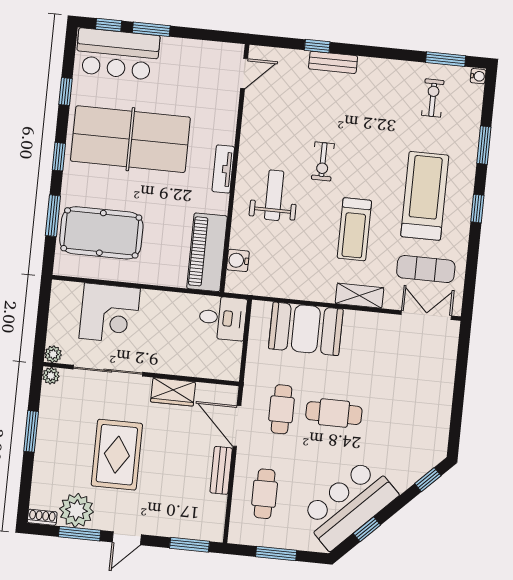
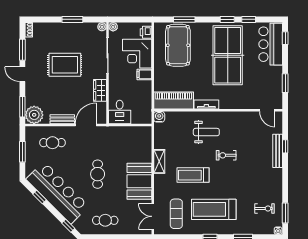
window: (151, 29) -> (285, 83), moved
bench: (333, 62) -> (278, 151), width x1.36
window: (59, 157) -> (227, 19), moved
tv unit: (223, 169) -> (206, 104), moved
treadmill: (425, 196) -> (214, 209), turned 180
water cooler: (238, 260) -> (159, 117), moved
printer: (70, 292) -> (146, 32), added
shelving: (359, 296) -> (159, 161), moved
filing cabinet: (151, 303) -> (144, 74), added
double door: (426, 315) -> (153, 216), swing flipped
desk: (223, 318) -> (120, 112), moved
booth: (306, 329) -> (139, 181), moved
cafe table: (281, 409) -> (105, 220), moved
bar counter: (349, 504) -> (57, 193), width x1.36
plant: (77, 510) -> (34, 115), moved

